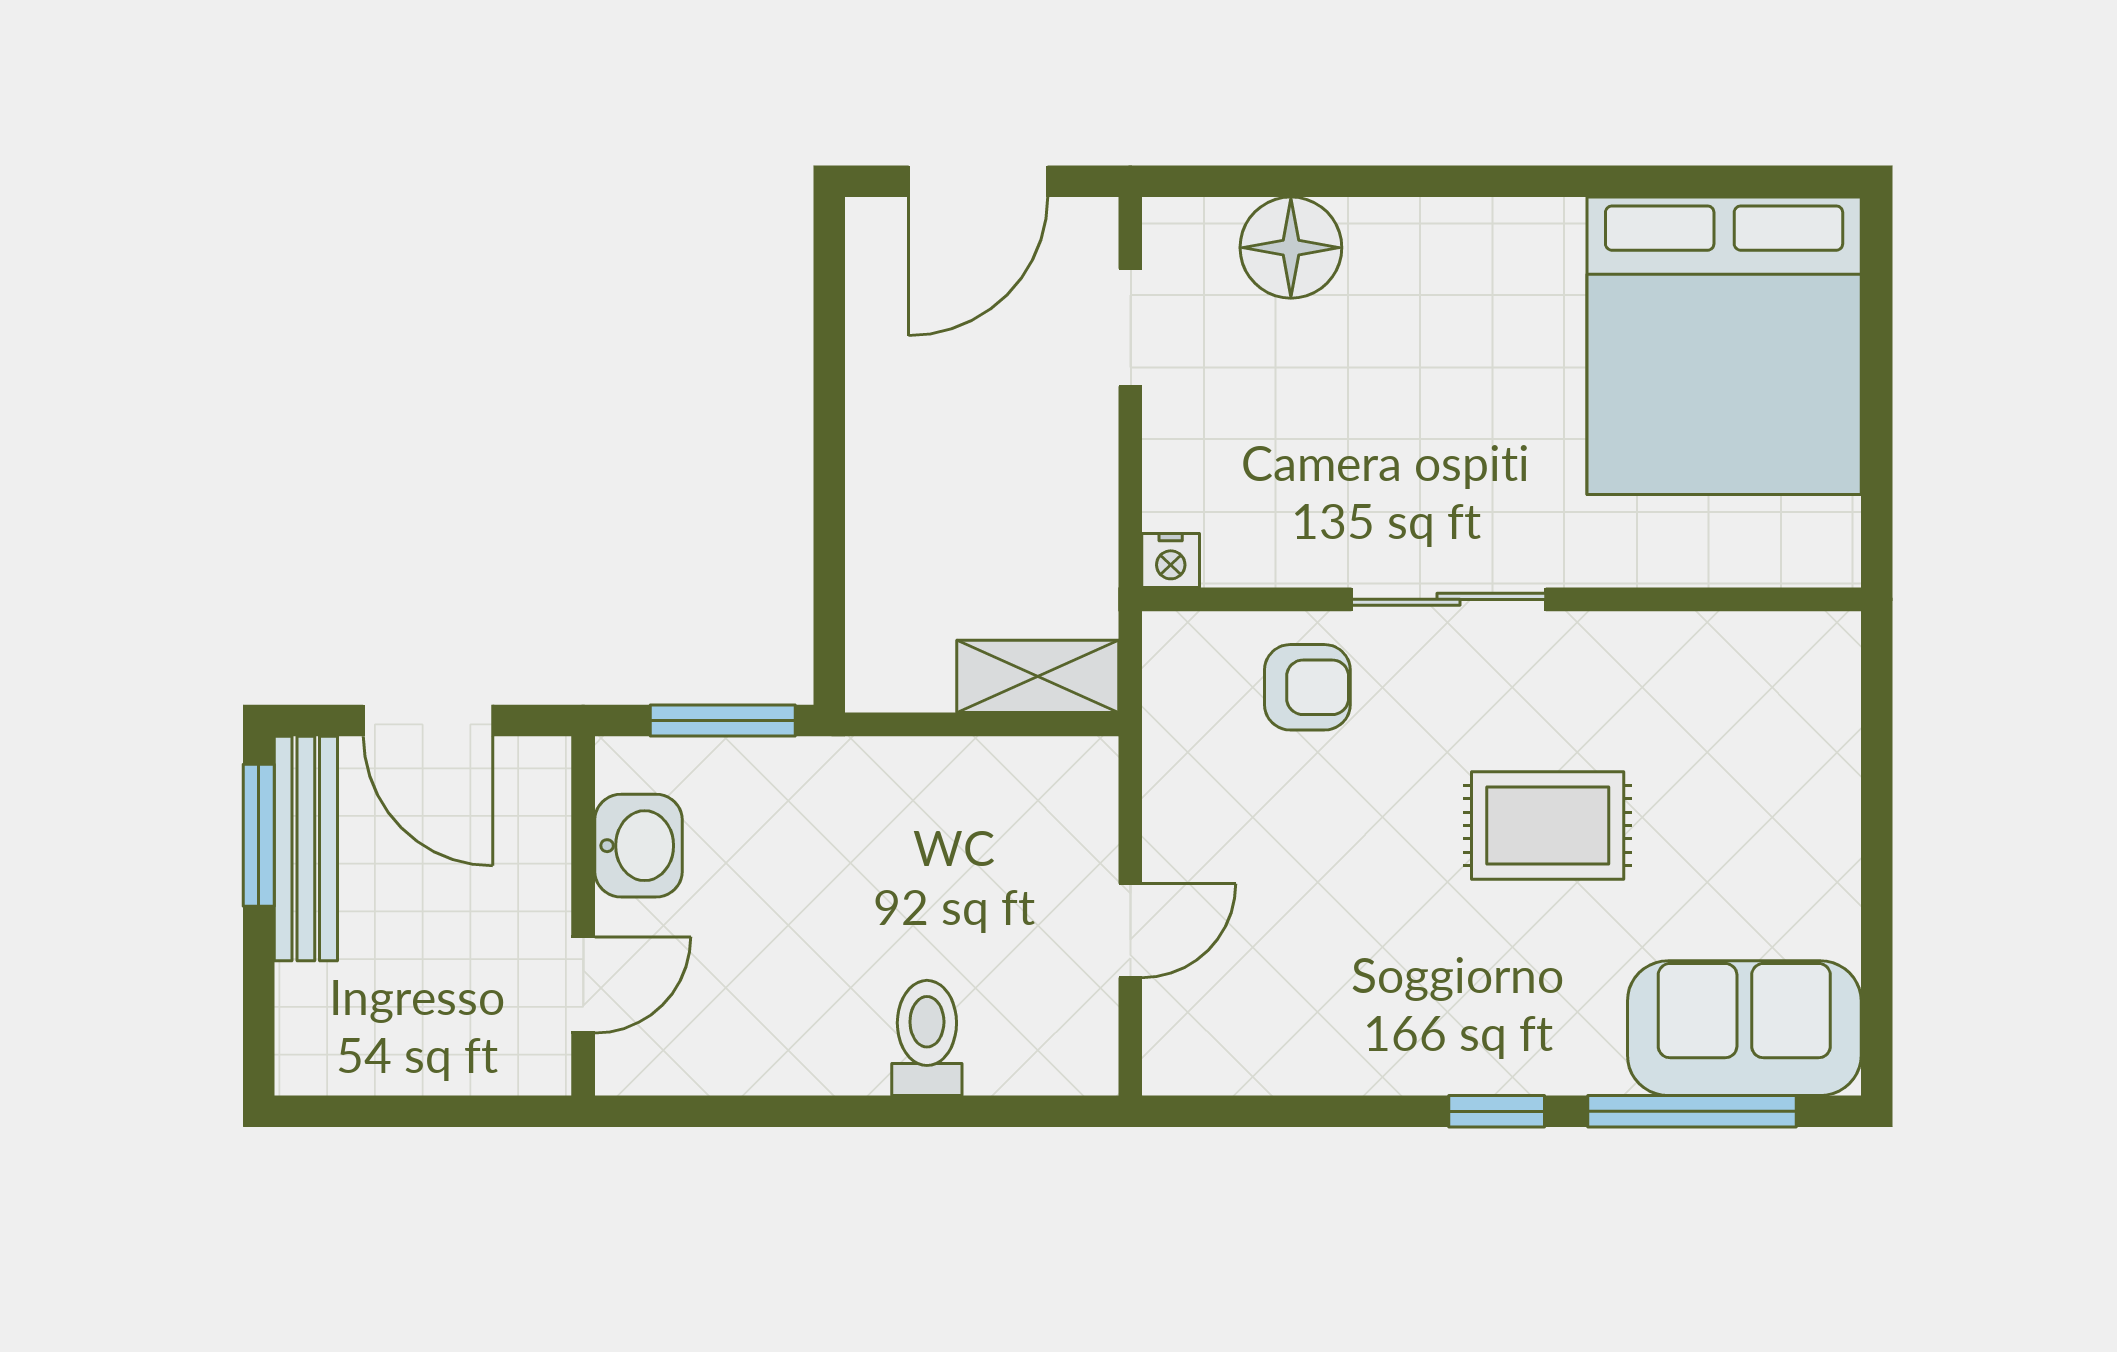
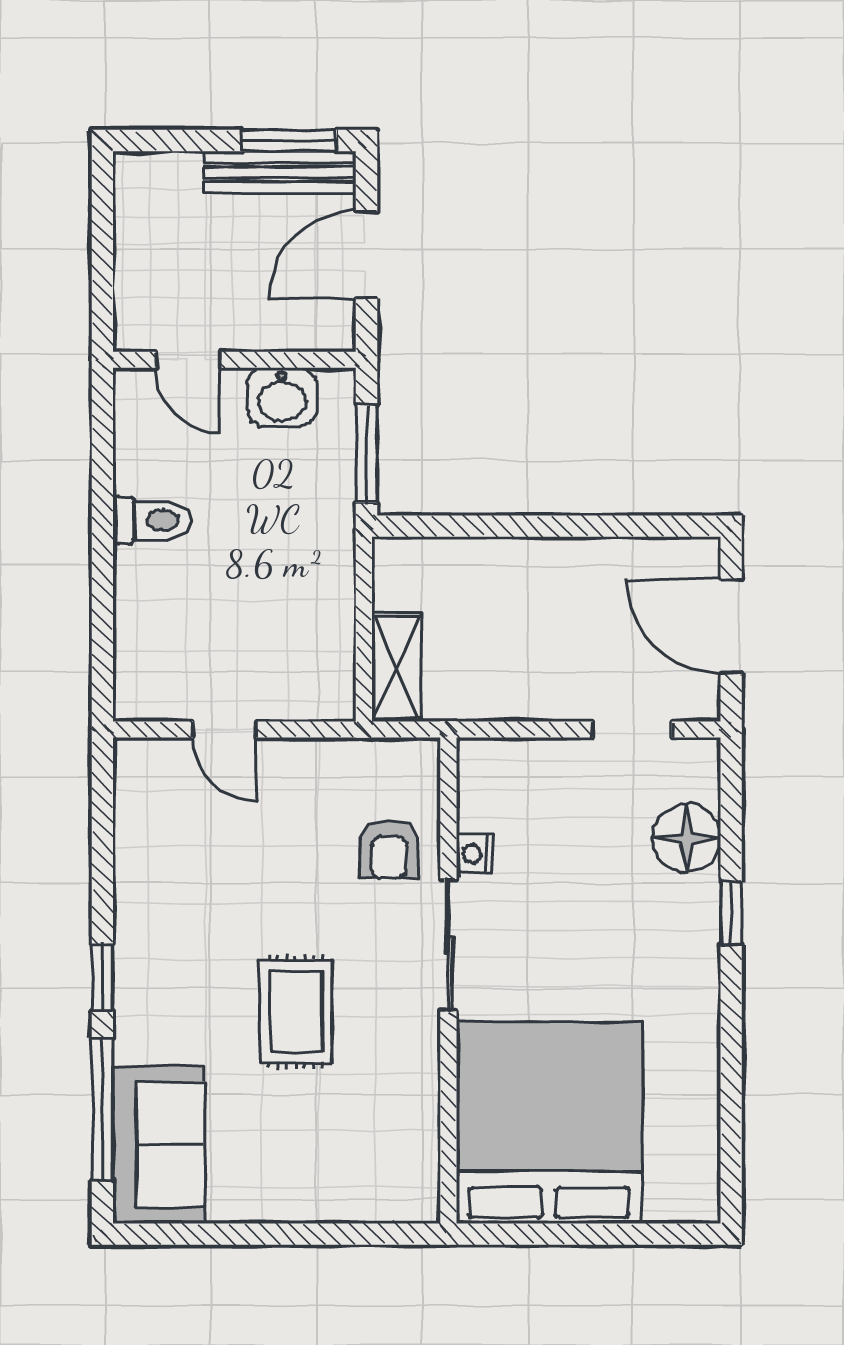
window: (1402, 181) -> (731, 913), added
bed: (1724, 346) -> (549, 1123), moved, turned 90
nightstand: (1171, 560) -> (475, 854), moved
toilet: (927, 1038) -> (152, 520), moved

